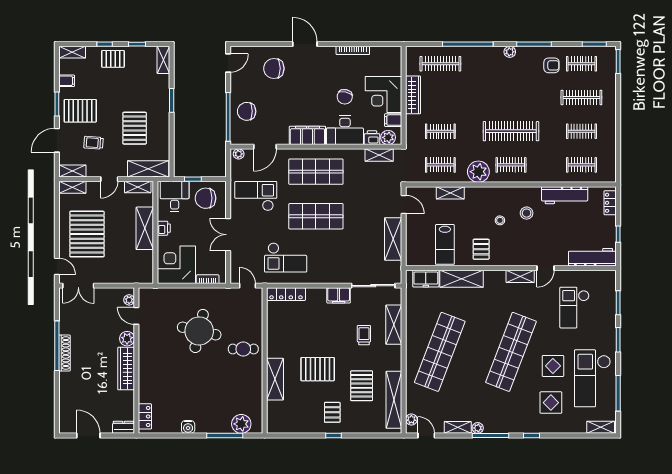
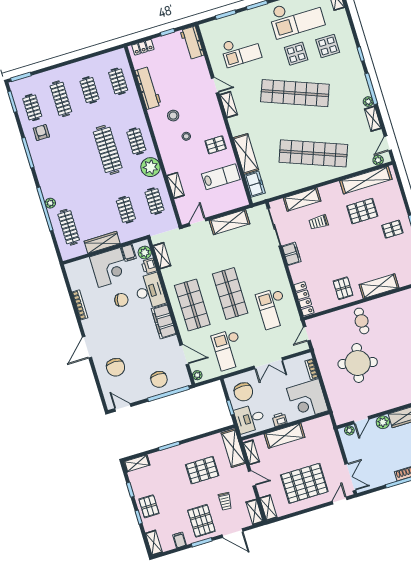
plant: (510, 52) -> (50, 203), moved
workbench: (592, 257) -> (192, 43), width x0.73
checkout: (286, 258) -> (273, 309), turned 180
pallet: (318, 369) -> (343, 288), moved, width x0.67, depth x0.71

